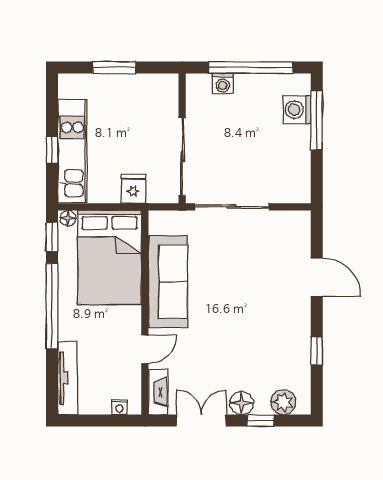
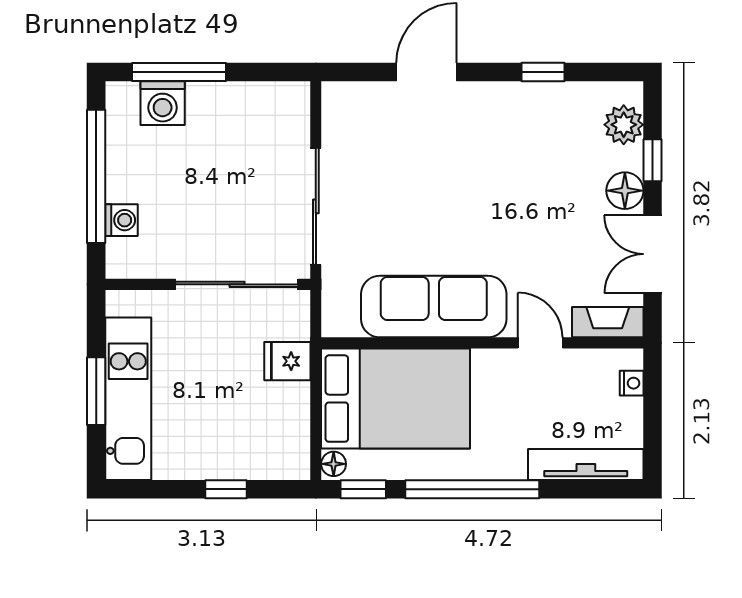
kitchen unit: (72, 151) -> (128, 399), moved, turned 90

